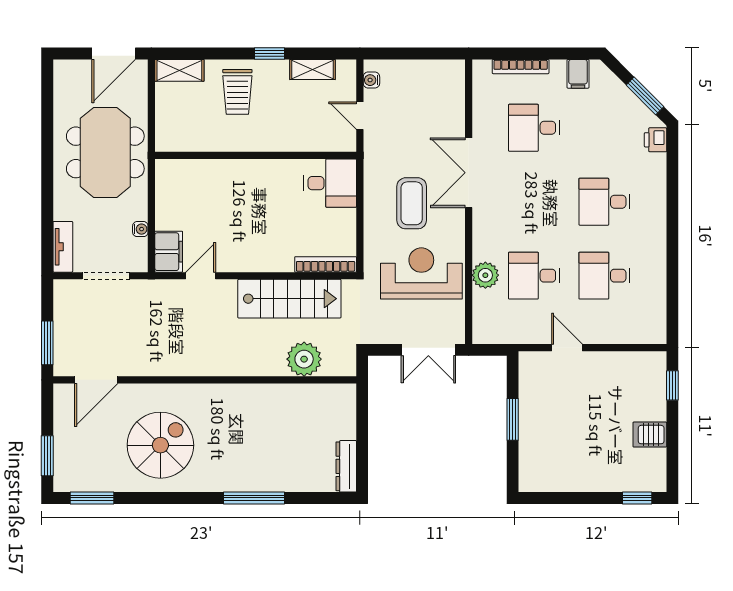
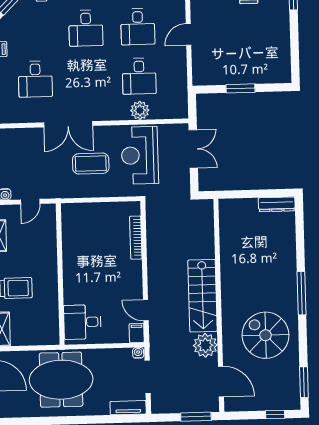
desk: (330, 183) -> (82, 322), moved, turned -90
water cooler: (140, 229) -> (138, 353), moved
filing cabinet: (169, 252) -> (137, 333), width x0.50
bookcase: (326, 264) -> (136, 238), moved
stairs: (289, 299) -> (202, 296), moved, turned 180
door: (567, 348) -> (189, 34), moved
plant: (304, 359) -> (205, 345), moved
window: (47, 456) -> (275, 414), width x0.67
window: (254, 498) -> (301, 293), moved

